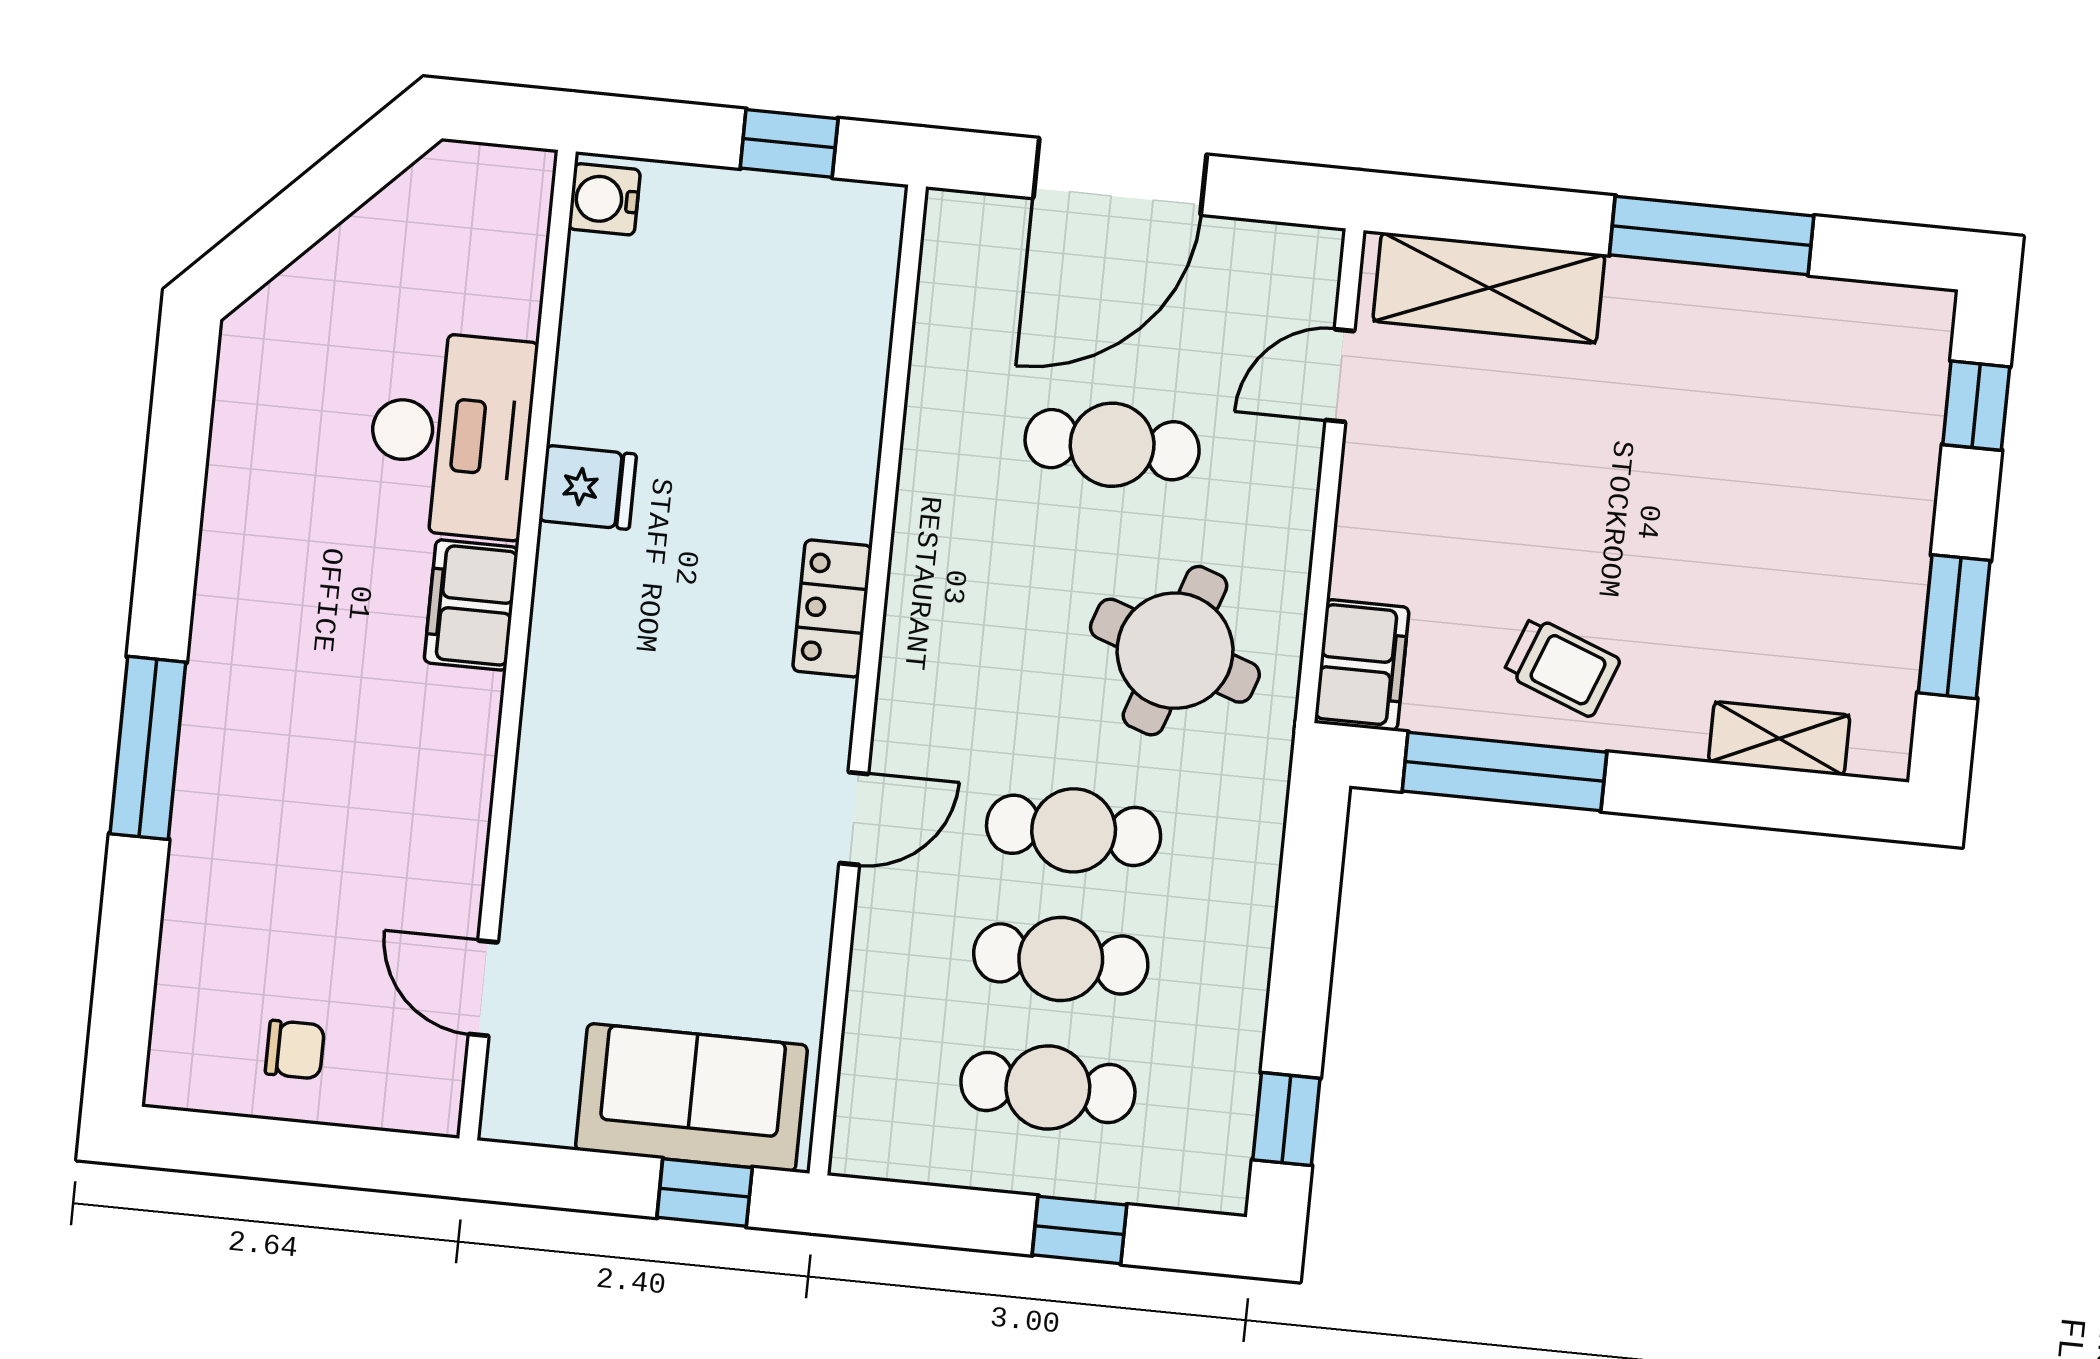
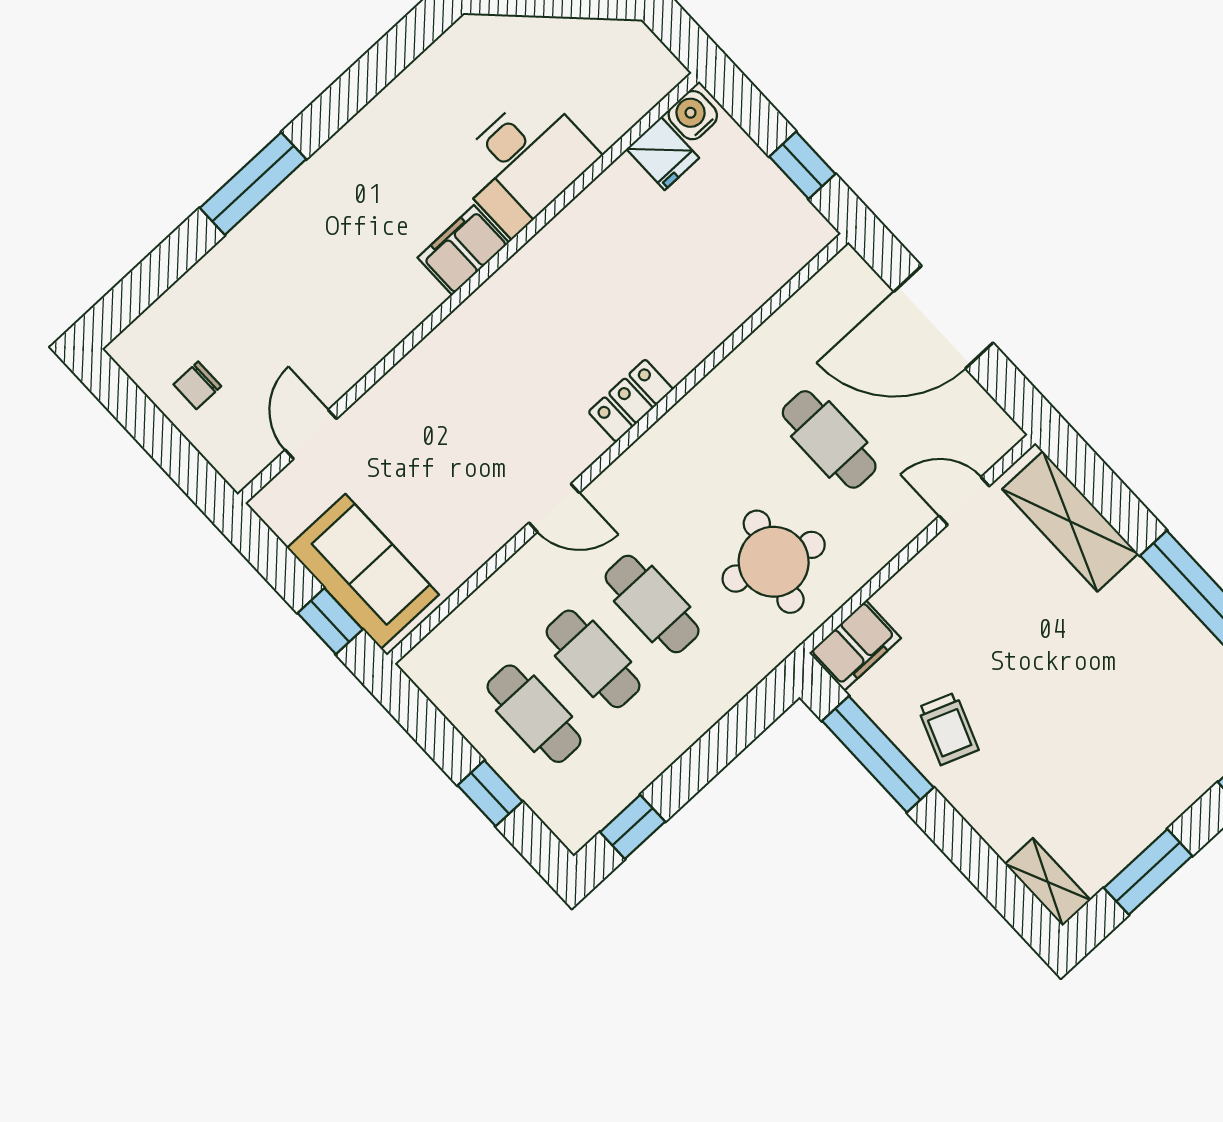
fridge: (588, 487) -> (663, 153), moved
shelving: (1779, 739) -> (1048, 882), moved
chair: (295, 1050) -> (197, 385), turned 90

